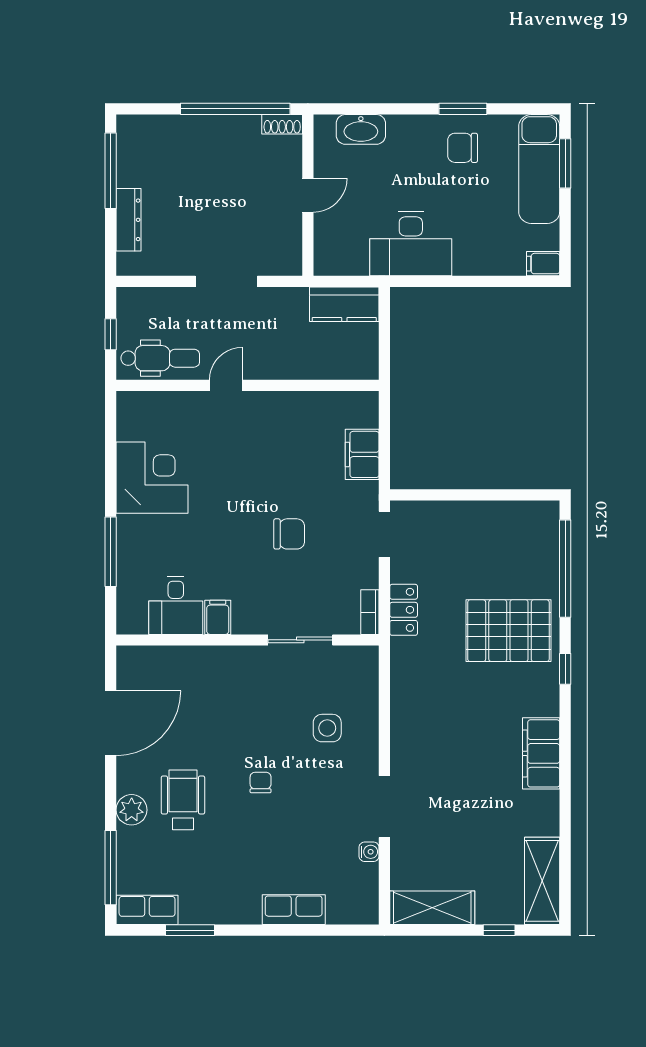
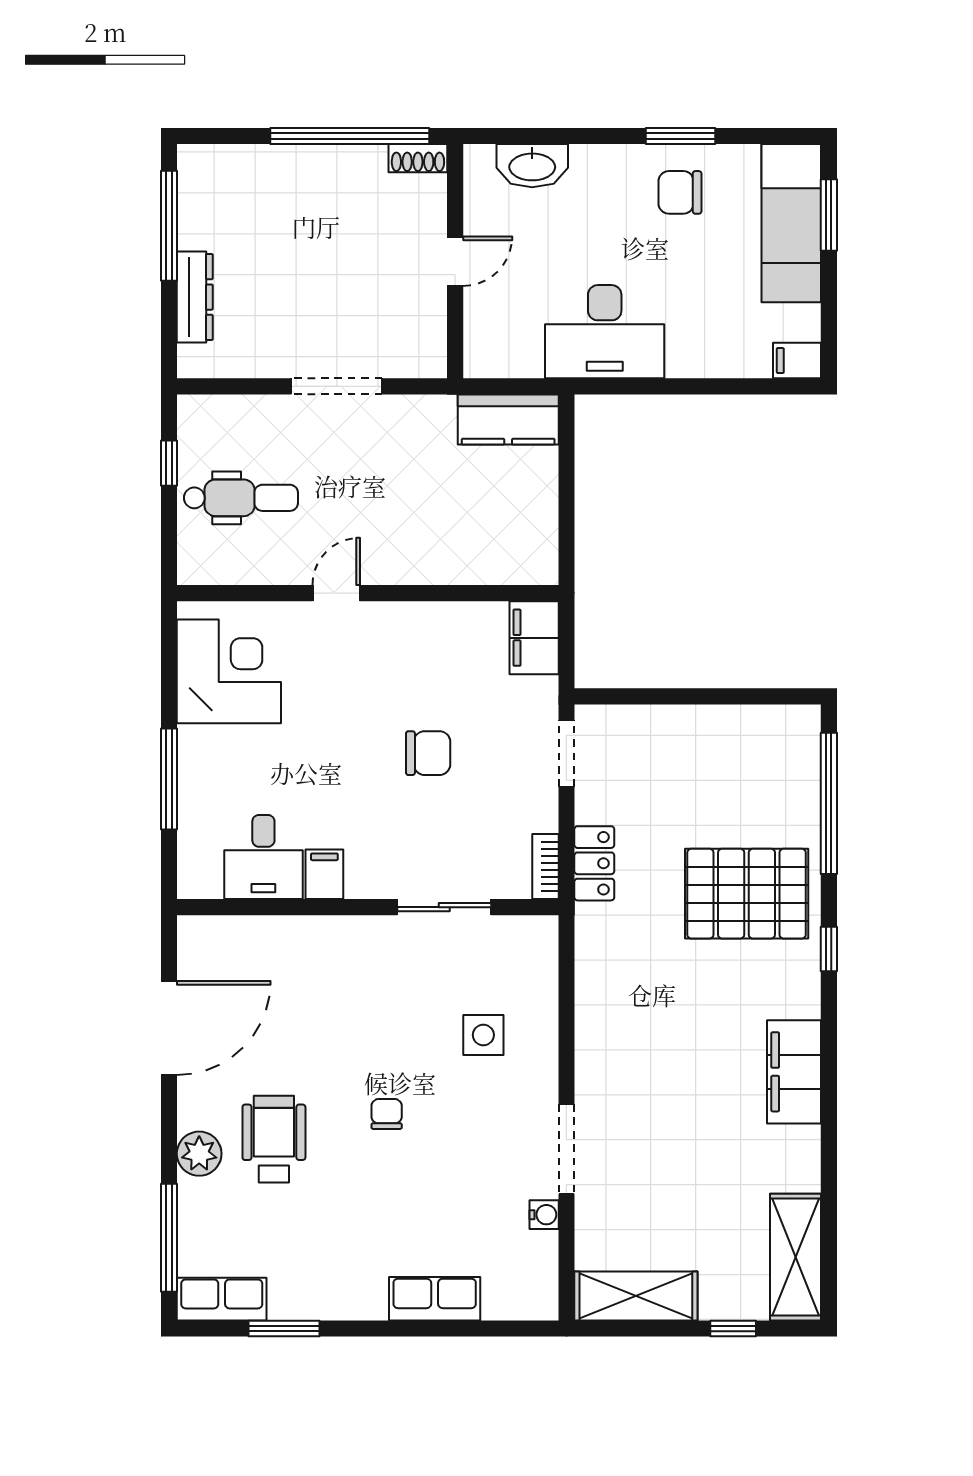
door: (226, 385) -> (336, 593), moved
wall: (248, 385) -> (368, 593), moved

